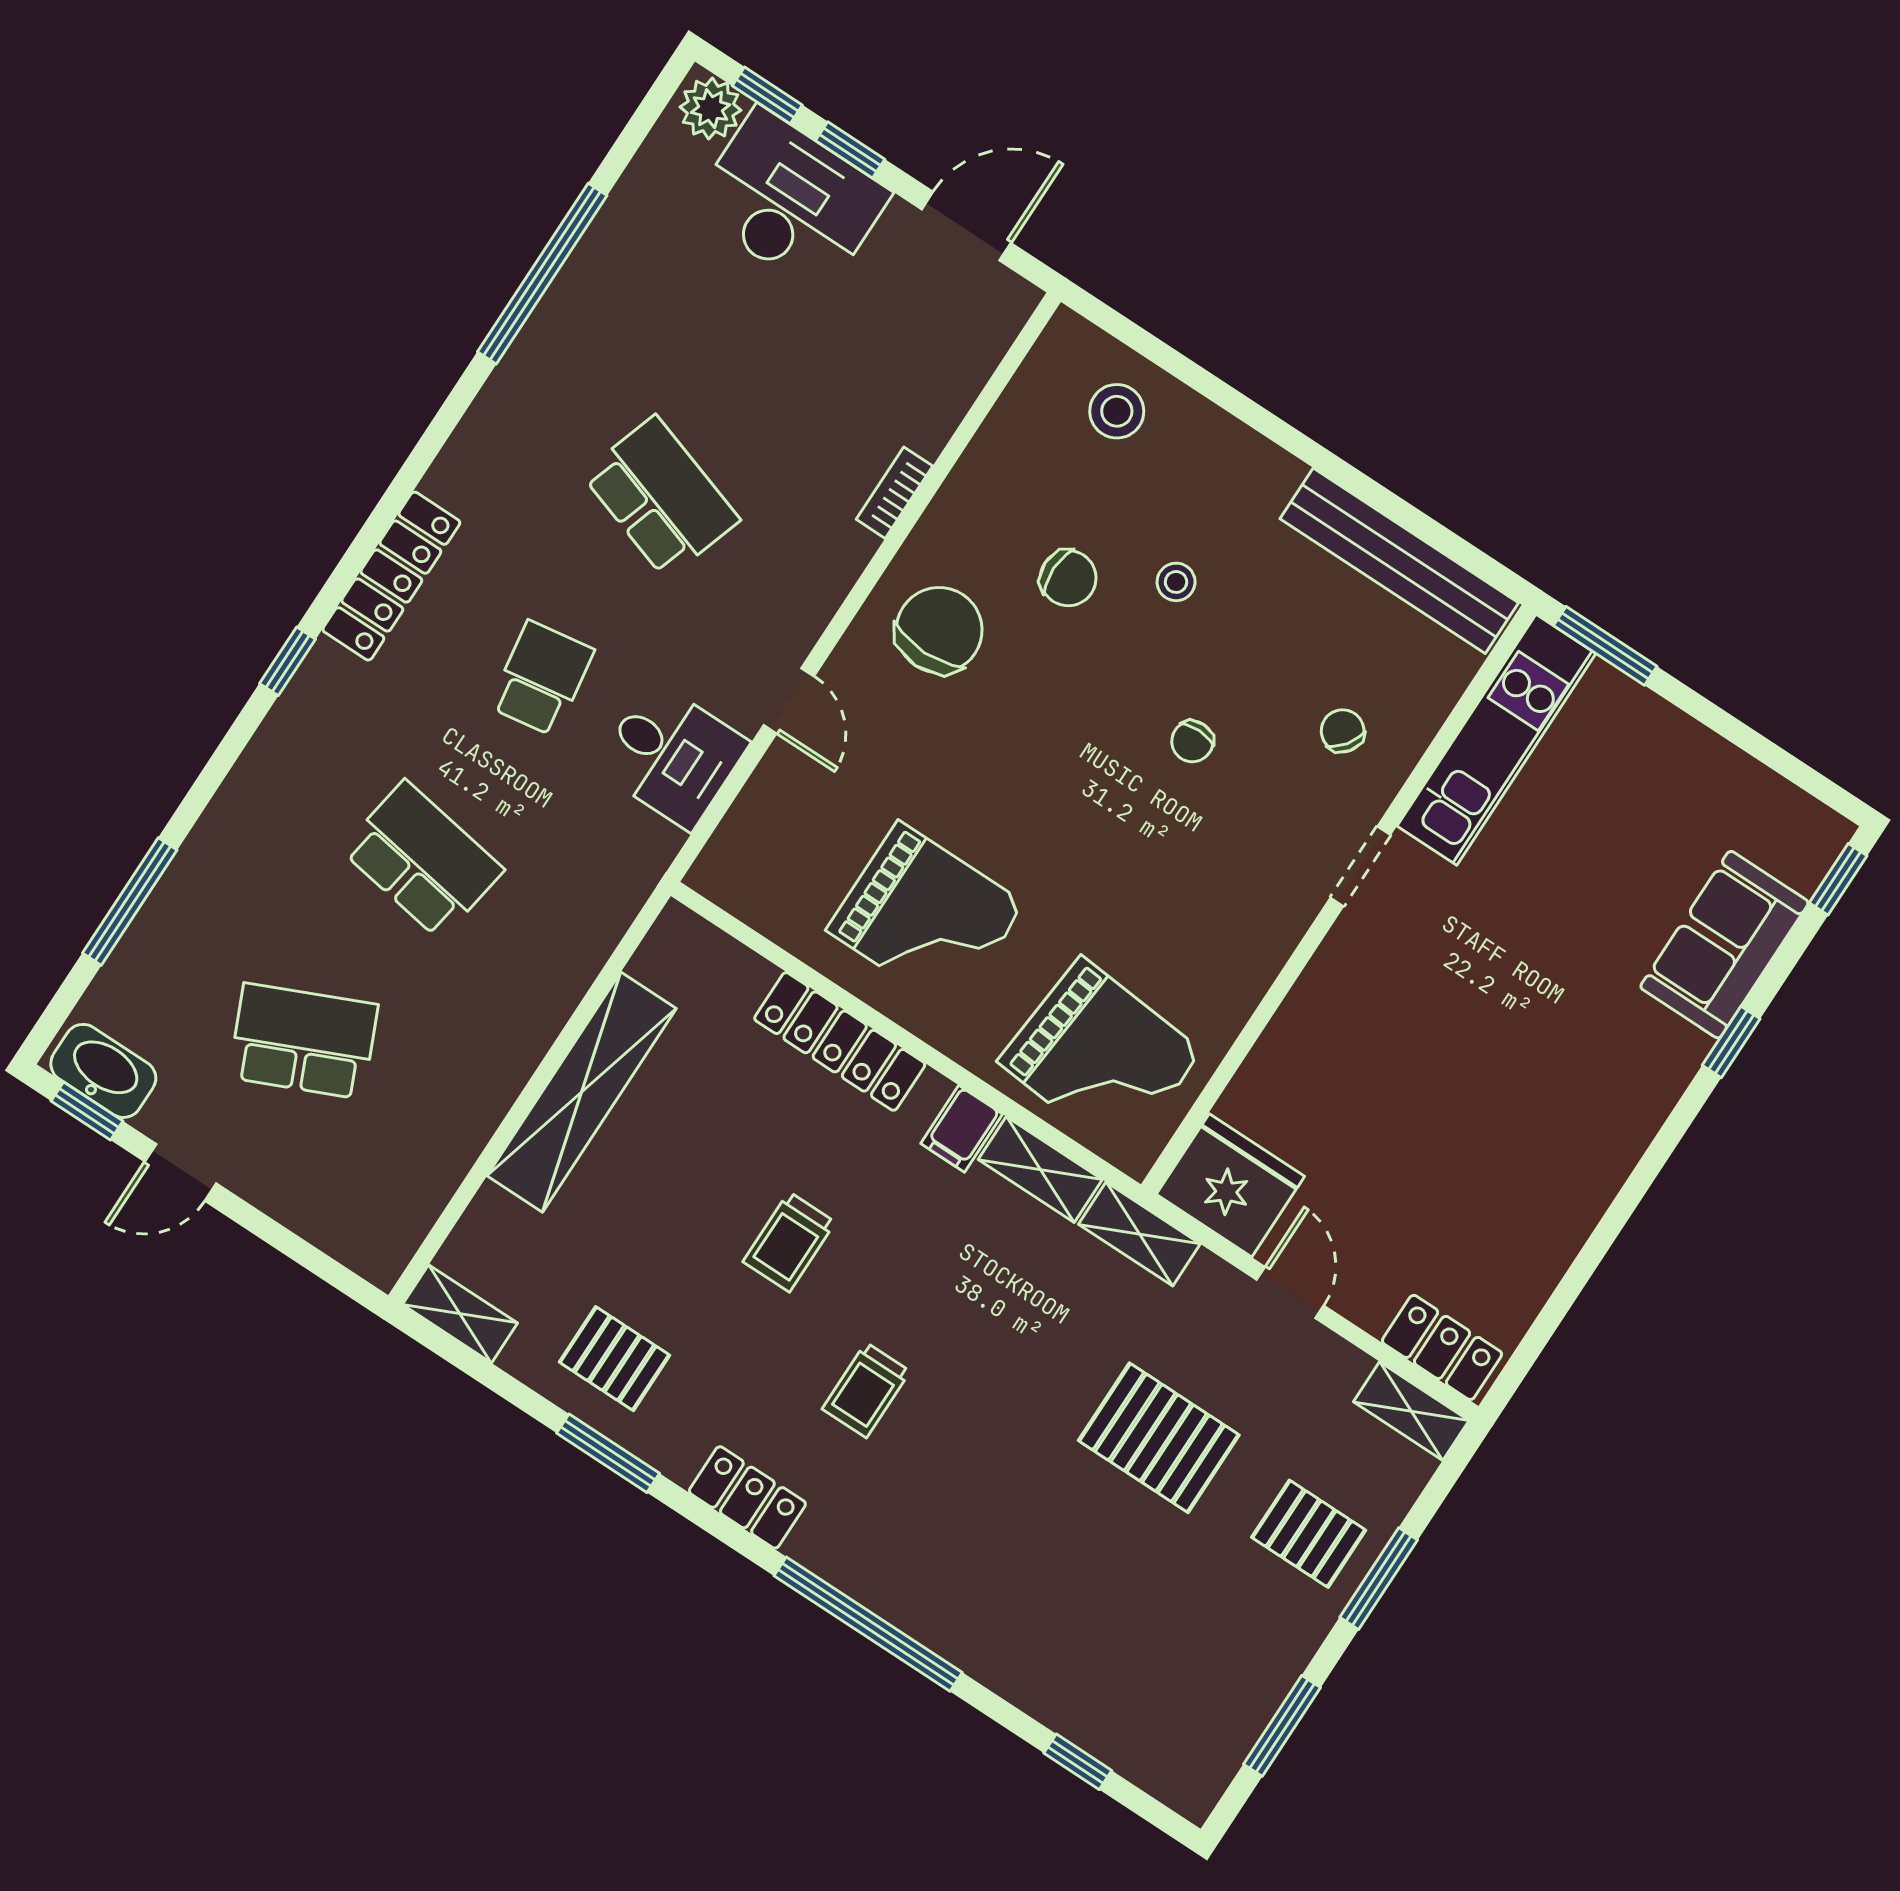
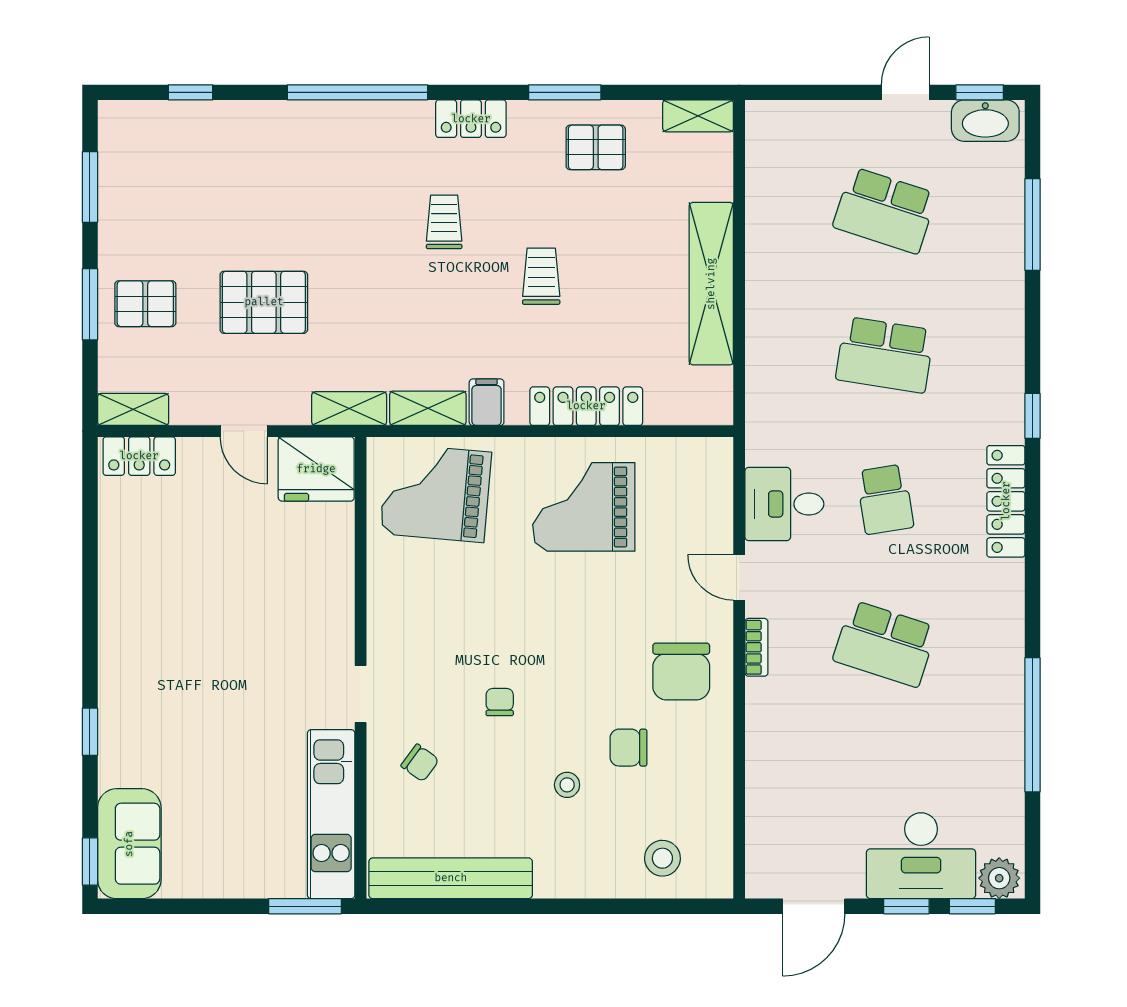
bookcase: (894, 493) -> (756, 647), moved
sofa: (1724, 945) -> (129, 844), moved
school desk: (303, 1041) -> (885, 210), turned 42

